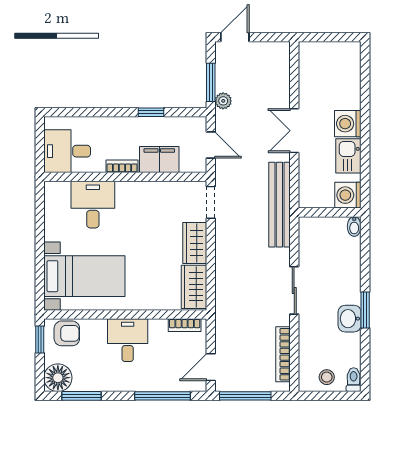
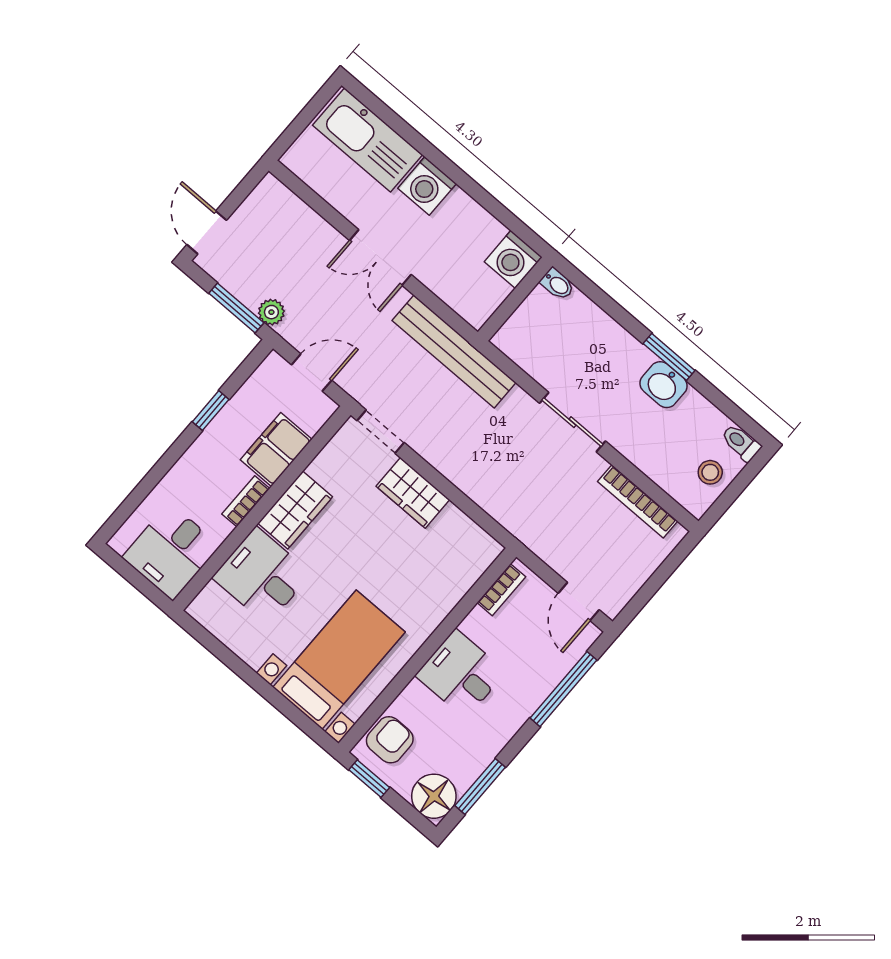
kitchen sink: (348, 156) -> (368, 140), moved, width x1.88, depth x1.24
wardrobe: (194, 287) -> (295, 510), moved, turned -90
window: (245, 396) -> (649, 590), removed

